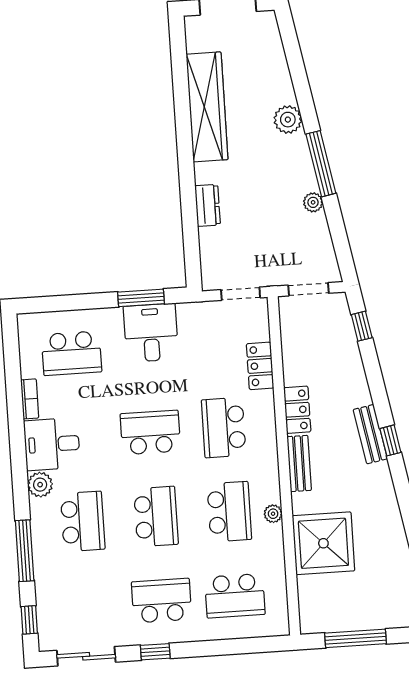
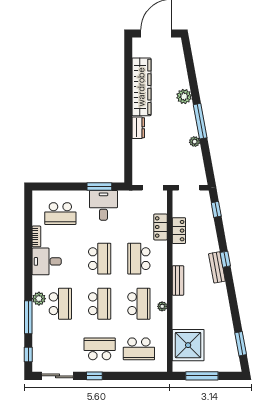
dresser: (208, 205) -> (138, 128), moved
locker: (297, 410) -> (179, 231), moved
school desk: (150, 432) -> (100, 259), turned 90
window: (390, 440) -> (225, 259), moved
plant: (40, 485) -> (39, 299), moved
shower: (323, 543) -> (188, 345), moved

